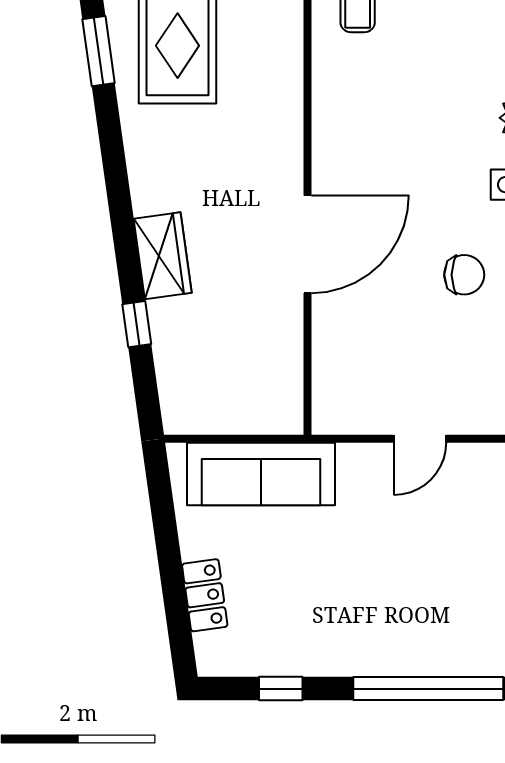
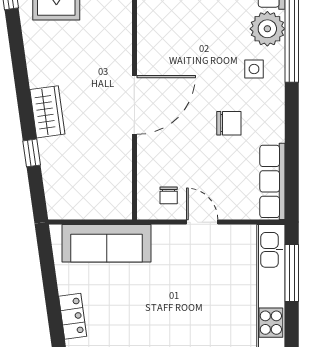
chair: (364, 395) -> (169, 195), added
door: (420, 439) -> (202, 222), swing flipped

